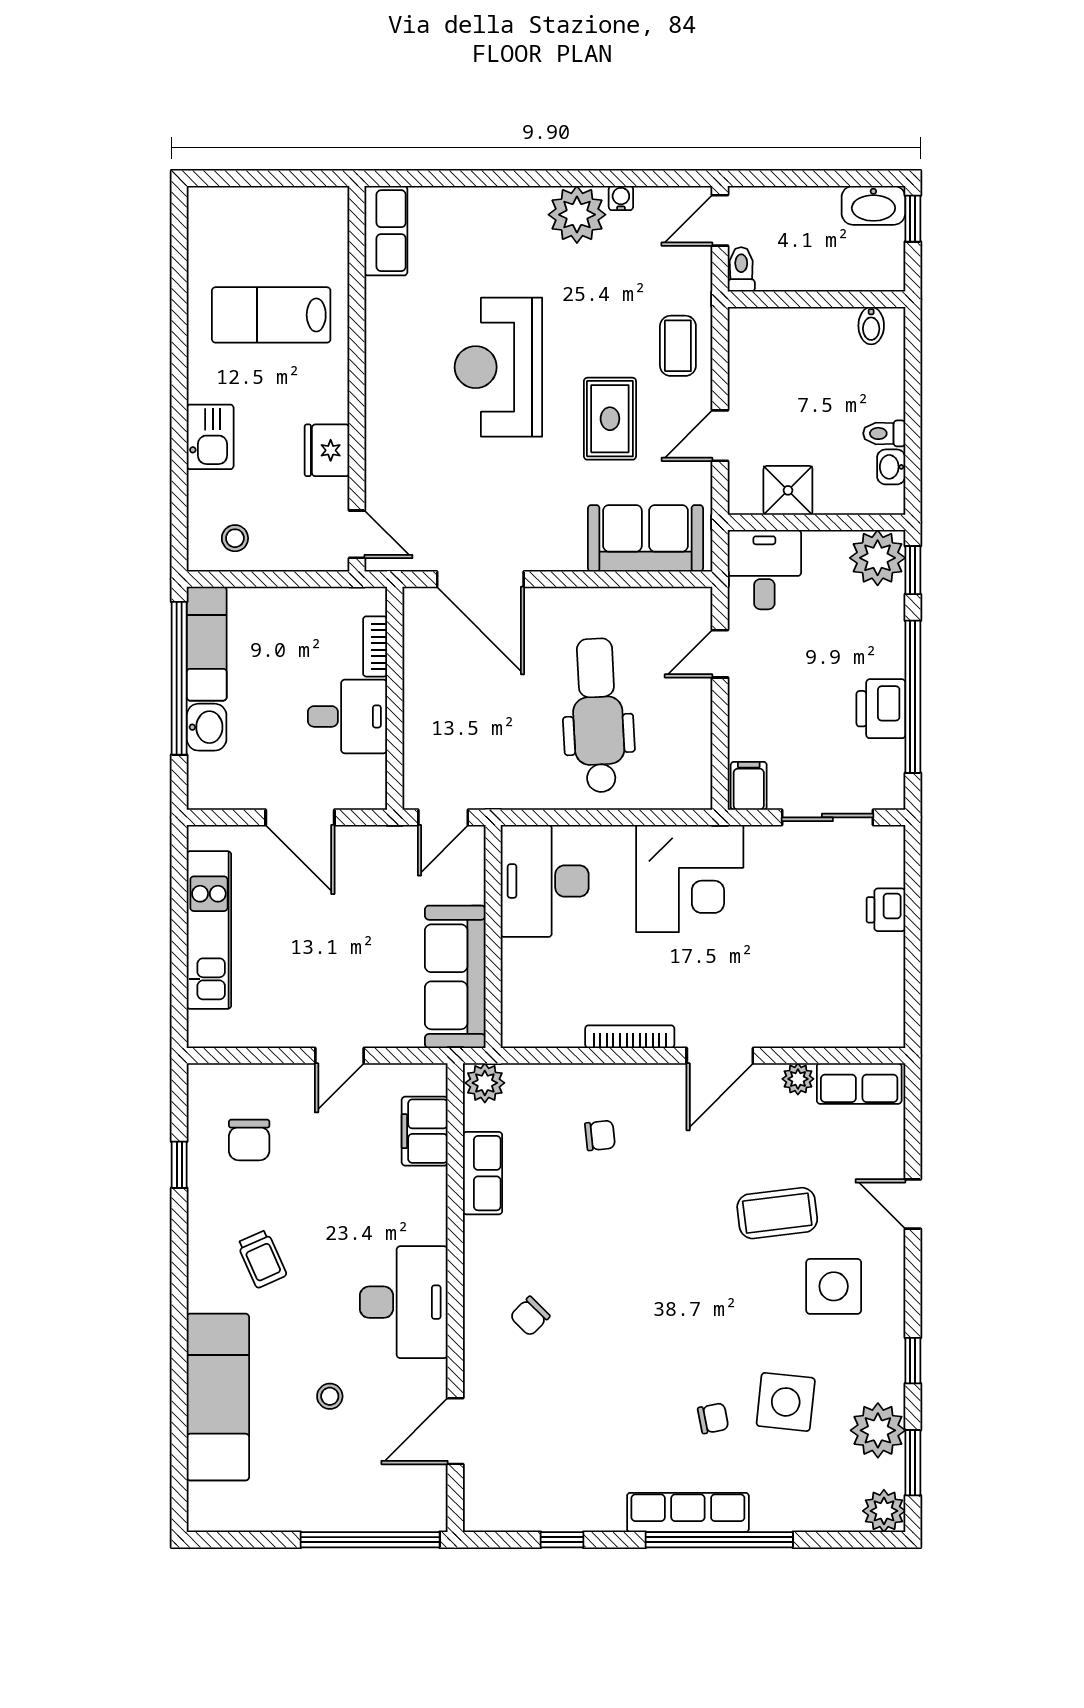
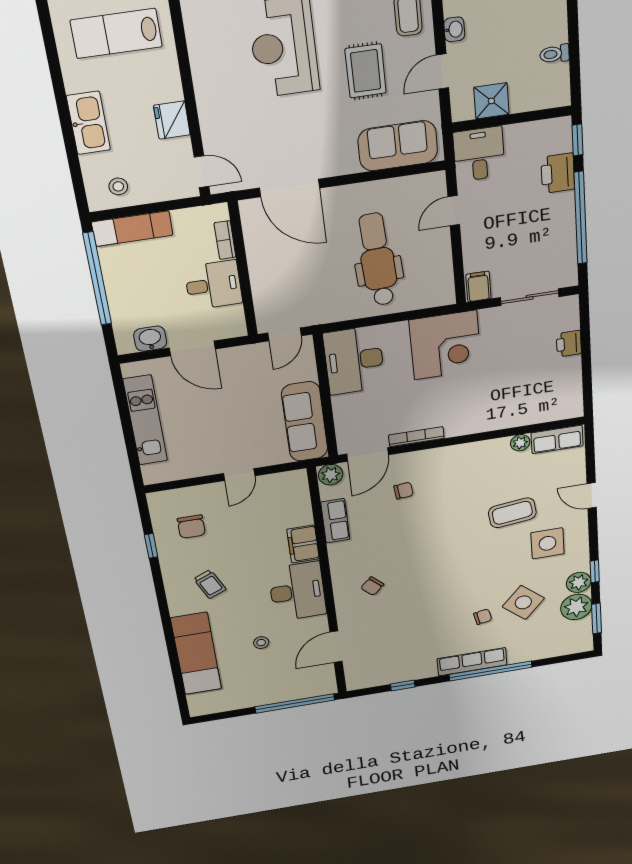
kitchen sink: (210, 437) -> (88, 123), width x1.38
washbasin: (891, 467) -> (454, 29), moved, turned 180
plant: (878, 558) -> (554, 136), removed
exam couch: (207, 644) -> (132, 229), moved, turned 90
printer: (881, 709) -> (558, 173), moved
washbasin: (207, 727) -> (150, 339), moved, turned -90
door: (720, 1056) -> (368, 454), moved
filing cabinet: (425, 1131) -> (303, 544), moved
side table: (786, 1402) -> (523, 602), turned 36
plant: (884, 1511) -> (579, 582), moved

